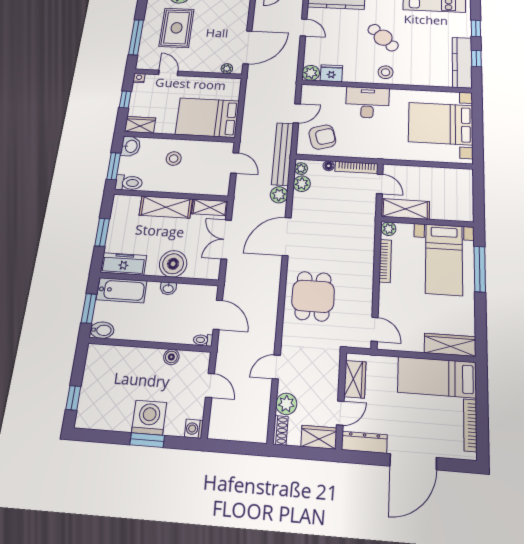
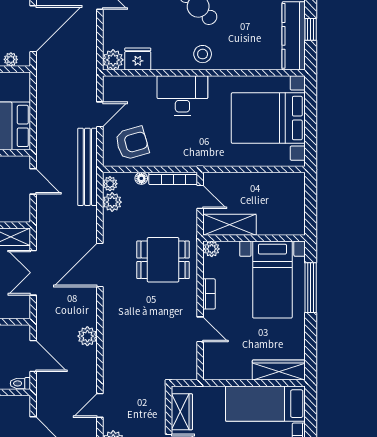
plant: (279, 195) -> (87, 336), moved
bookcase: (385, 261) -> (209, 294), width x0.64
dining table: (313, 296) -> (163, 260), moved, turned 90
door: (375, 329) -> (200, 329), moved

